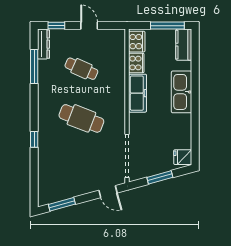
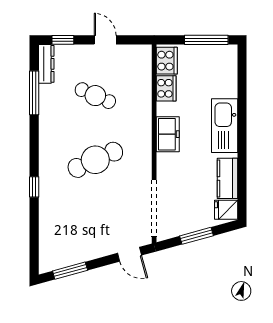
kitchen counter: (184, 45) -> (227, 178), moved
freezer: (138, 93) -> (168, 134), width x0.71
cafe table: (81, 118) -> (95, 160), turned -45

